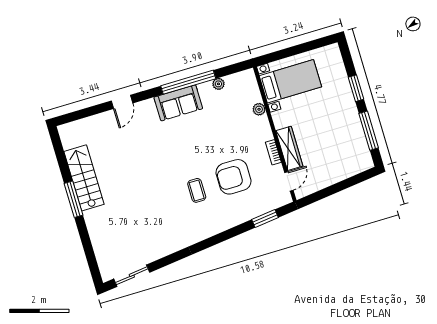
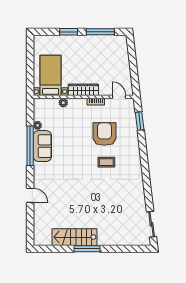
sofa: (178, 103) -> (42, 146), moved
wardrobe: (289, 148) -> (83, 90), moved
armchair: (234, 177) -> (104, 134), turned 180

